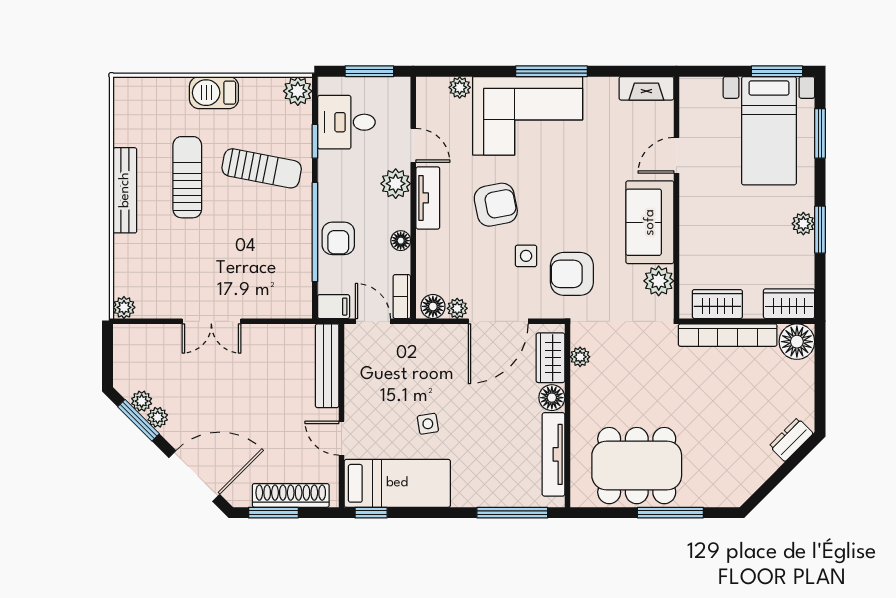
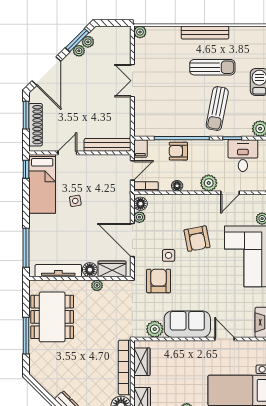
tv unit: (428, 198) -> (201, 201), removed
plant: (580, 357) -> (97, 285), moved

